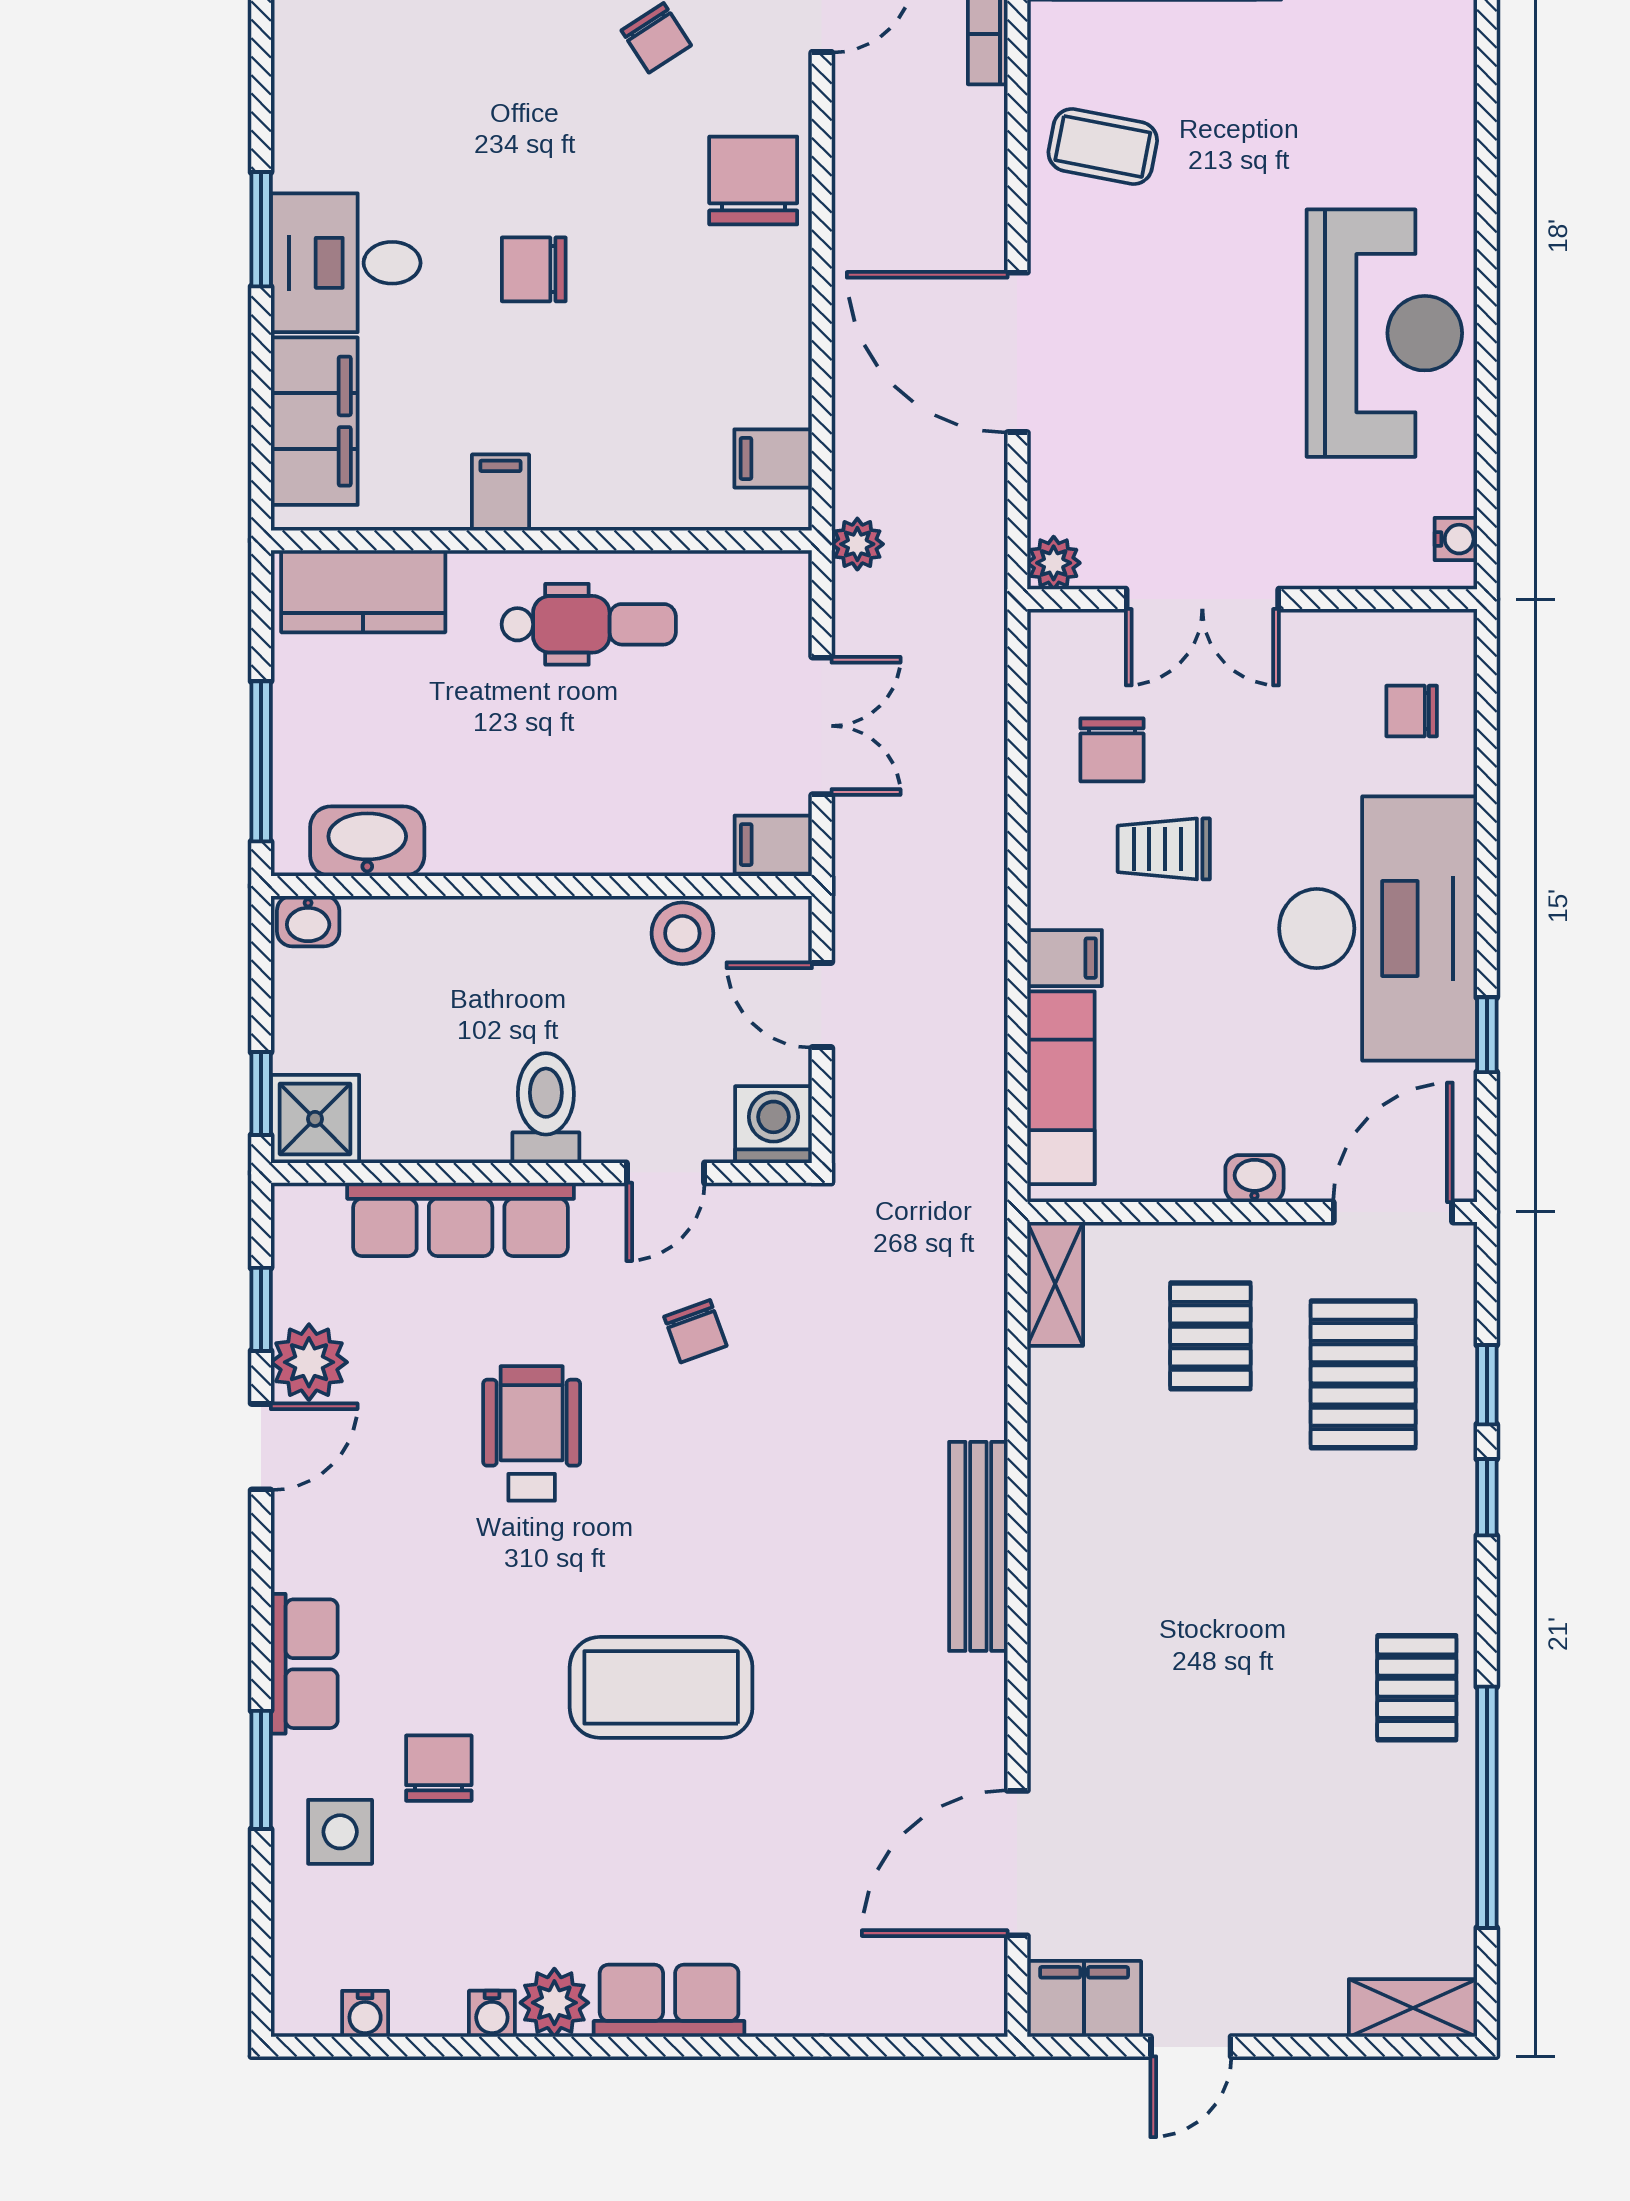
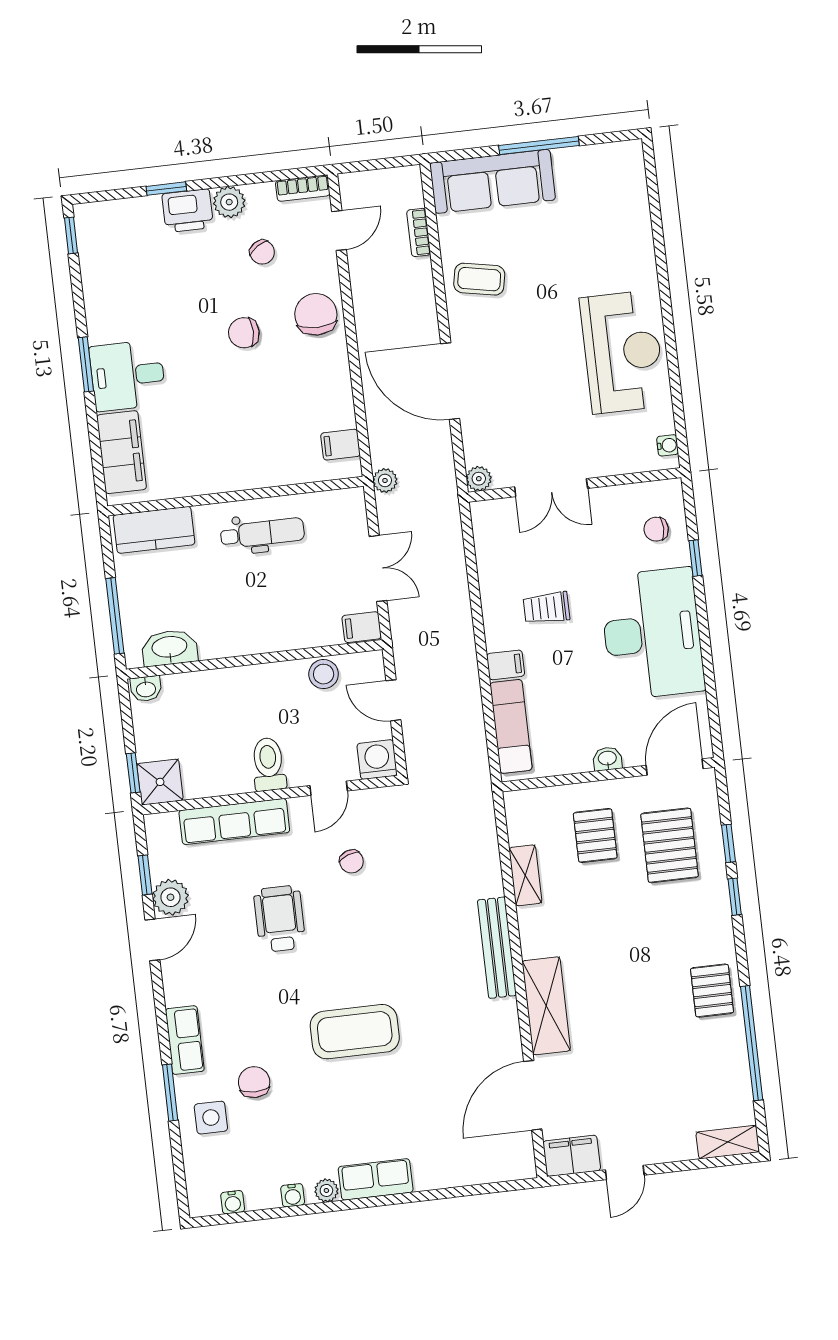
chair: (534, 269) -> (244, 333), moved
filing cabinet: (500, 493) -> (213, 476), removed
chair: (1112, 750) -> (517, 564), removed
window: (1487, 1035) -> (695, 558), moved
shelving: (1055, 1284) -> (525, 875), moved
shelving: (1067, 1679) -> (546, 1006), added
plant: (554, 2003) -> (326, 1190), width x0.73, depth x0.73

